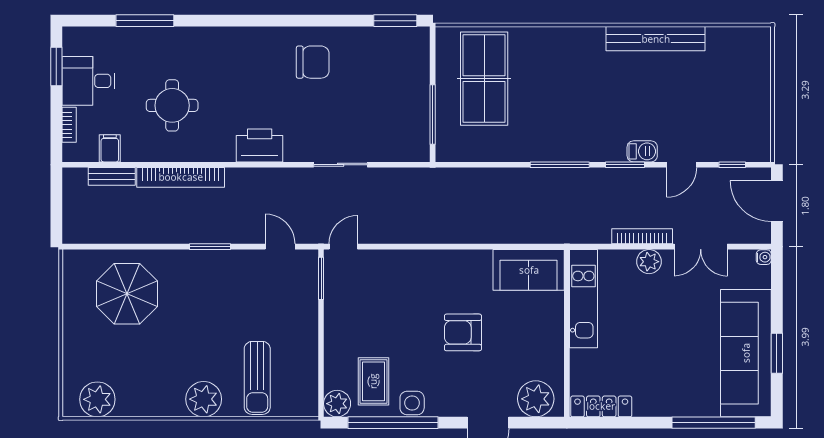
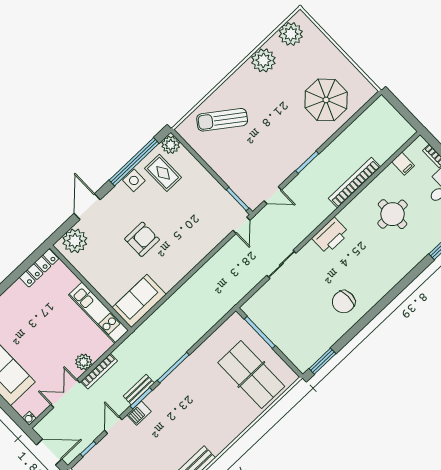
bench: (112, 176) -> (139, 390), moved
sun lounger: (257, 378) -> (222, 120), turned -54
plant: (204, 399) -> (263, 60), moved

